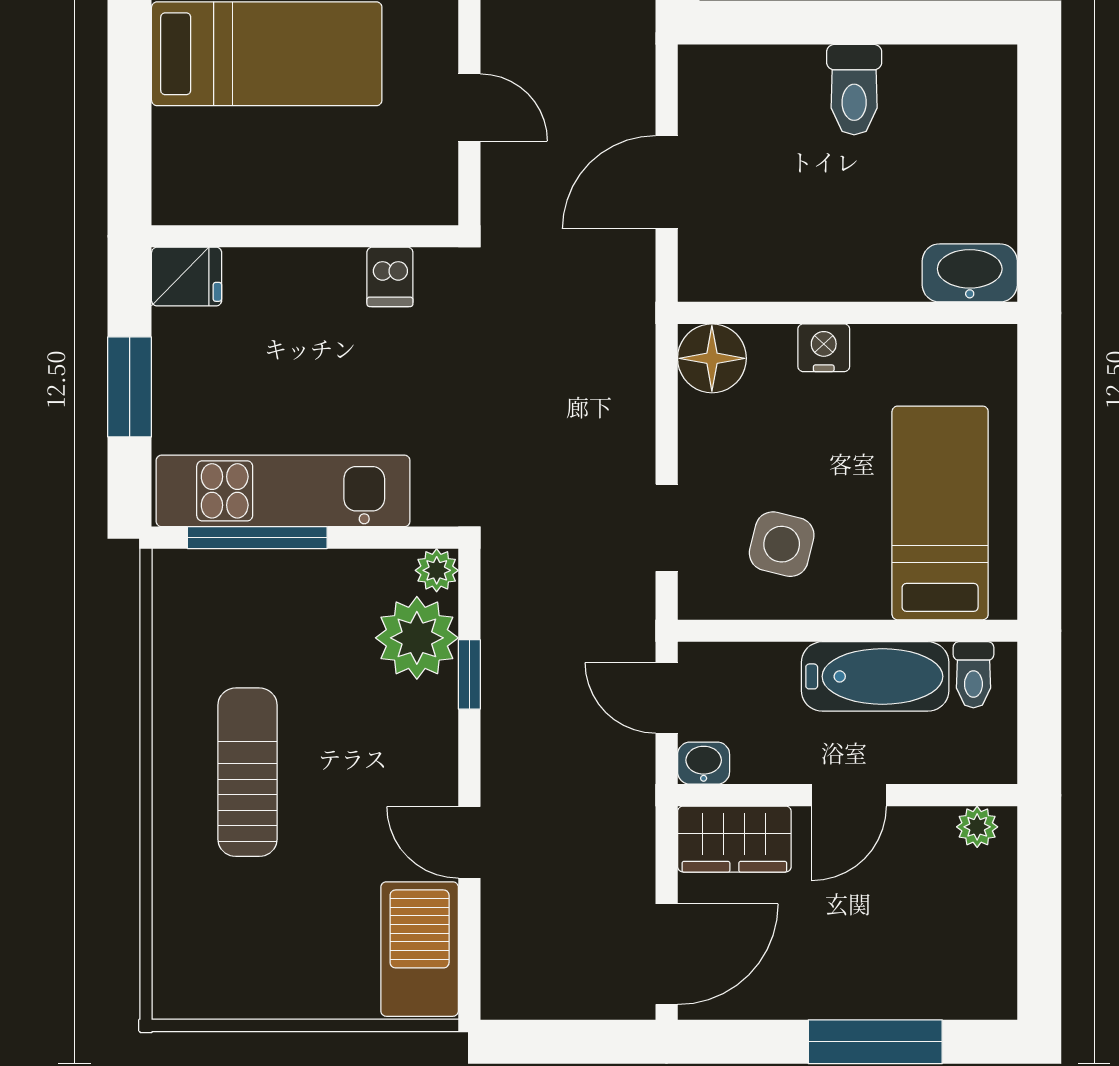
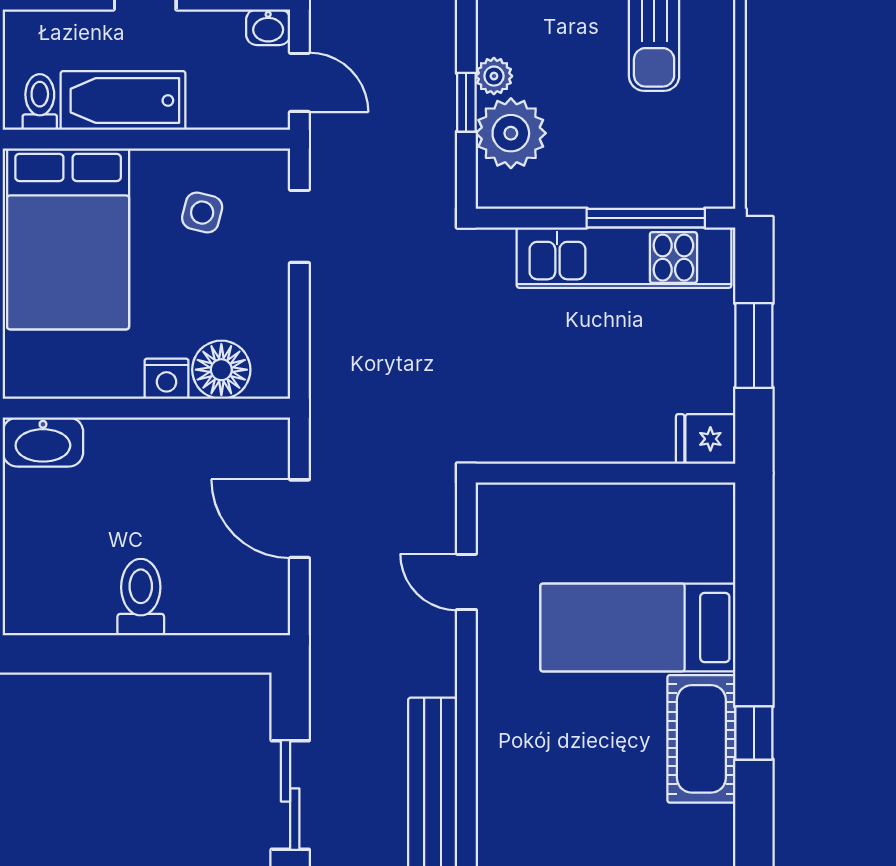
door: (667, 182) -> (299, 519), swing flipped
dishwasher: (390, 277) -> (534, 439), removed
floor lamp: (712, 358) -> (221, 370), moved
bed: (940, 513) -> (68, 239), width x1.50
side table: (782, 544) -> (202, 213), width x0.73, depth x0.73
plant: (437, 570) -> (494, 76), moved

